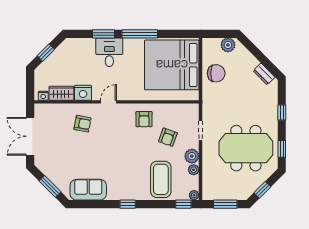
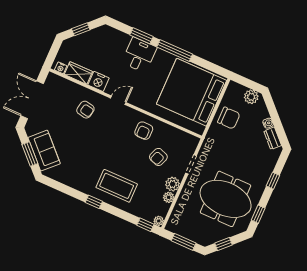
water cooler: (254, 62) -> (268, 123), added
coffee table: (161, 179) -> (117, 186), moved, turned 90
sofa: (88, 190) -> (44, 151), moved, turned 45

